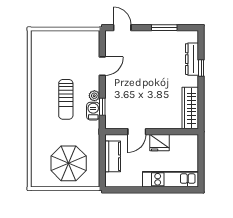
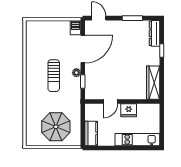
dresser: (192, 59) -> (155, 33), moved
door: (102, 66) -> (83, 49), width x1.88
barbecue: (93, 111) -> (76, 28), moved
kitchen counter: (113, 156) -> (91, 133), moved

